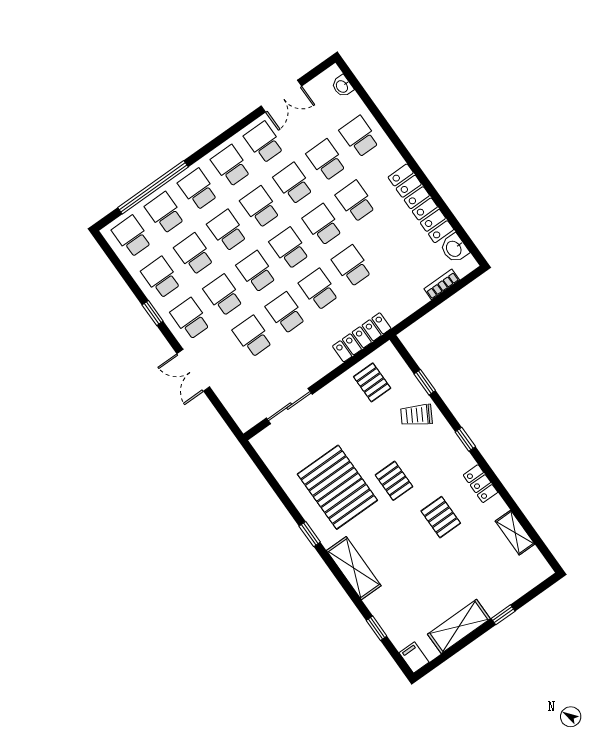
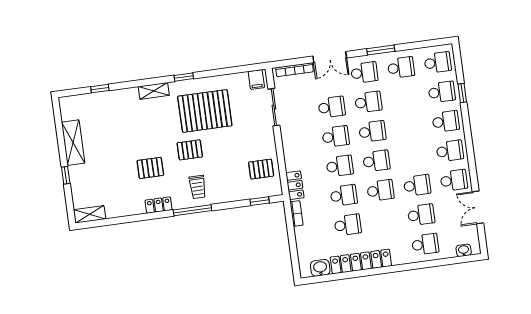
window: (153, 187) -> (462, 93), width x0.32
school desk: (355, 201) -> (348, 225), moved
school desk: (260, 207) -> (413, 156), removed
school desk: (227, 230) -> (409, 126), removed
school desk: (194, 254) -> (405, 97), removed
bookcase: (442, 284) -> (297, 213), moved
window: (153, 313) -> (381, 50), width x1.50
locker: (362, 337) -> (295, 185), width x0.66
double door: (193, 370) -> (330, 57), swing flipped
window: (425, 382) -> (260, 201), moved
bookcase: (231, 405) -> (294, 70), added
trolley: (416, 415) -> (198, 187), moved, turned 150
window: (465, 439) -> (192, 210), width x2.17
shelving: (515, 533) -> (90, 214), moved
shelving: (354, 568) -> (154, 91), width x0.67, depth x0.75
filing cabinet: (414, 658) -> (256, 79), moved, turned 90

